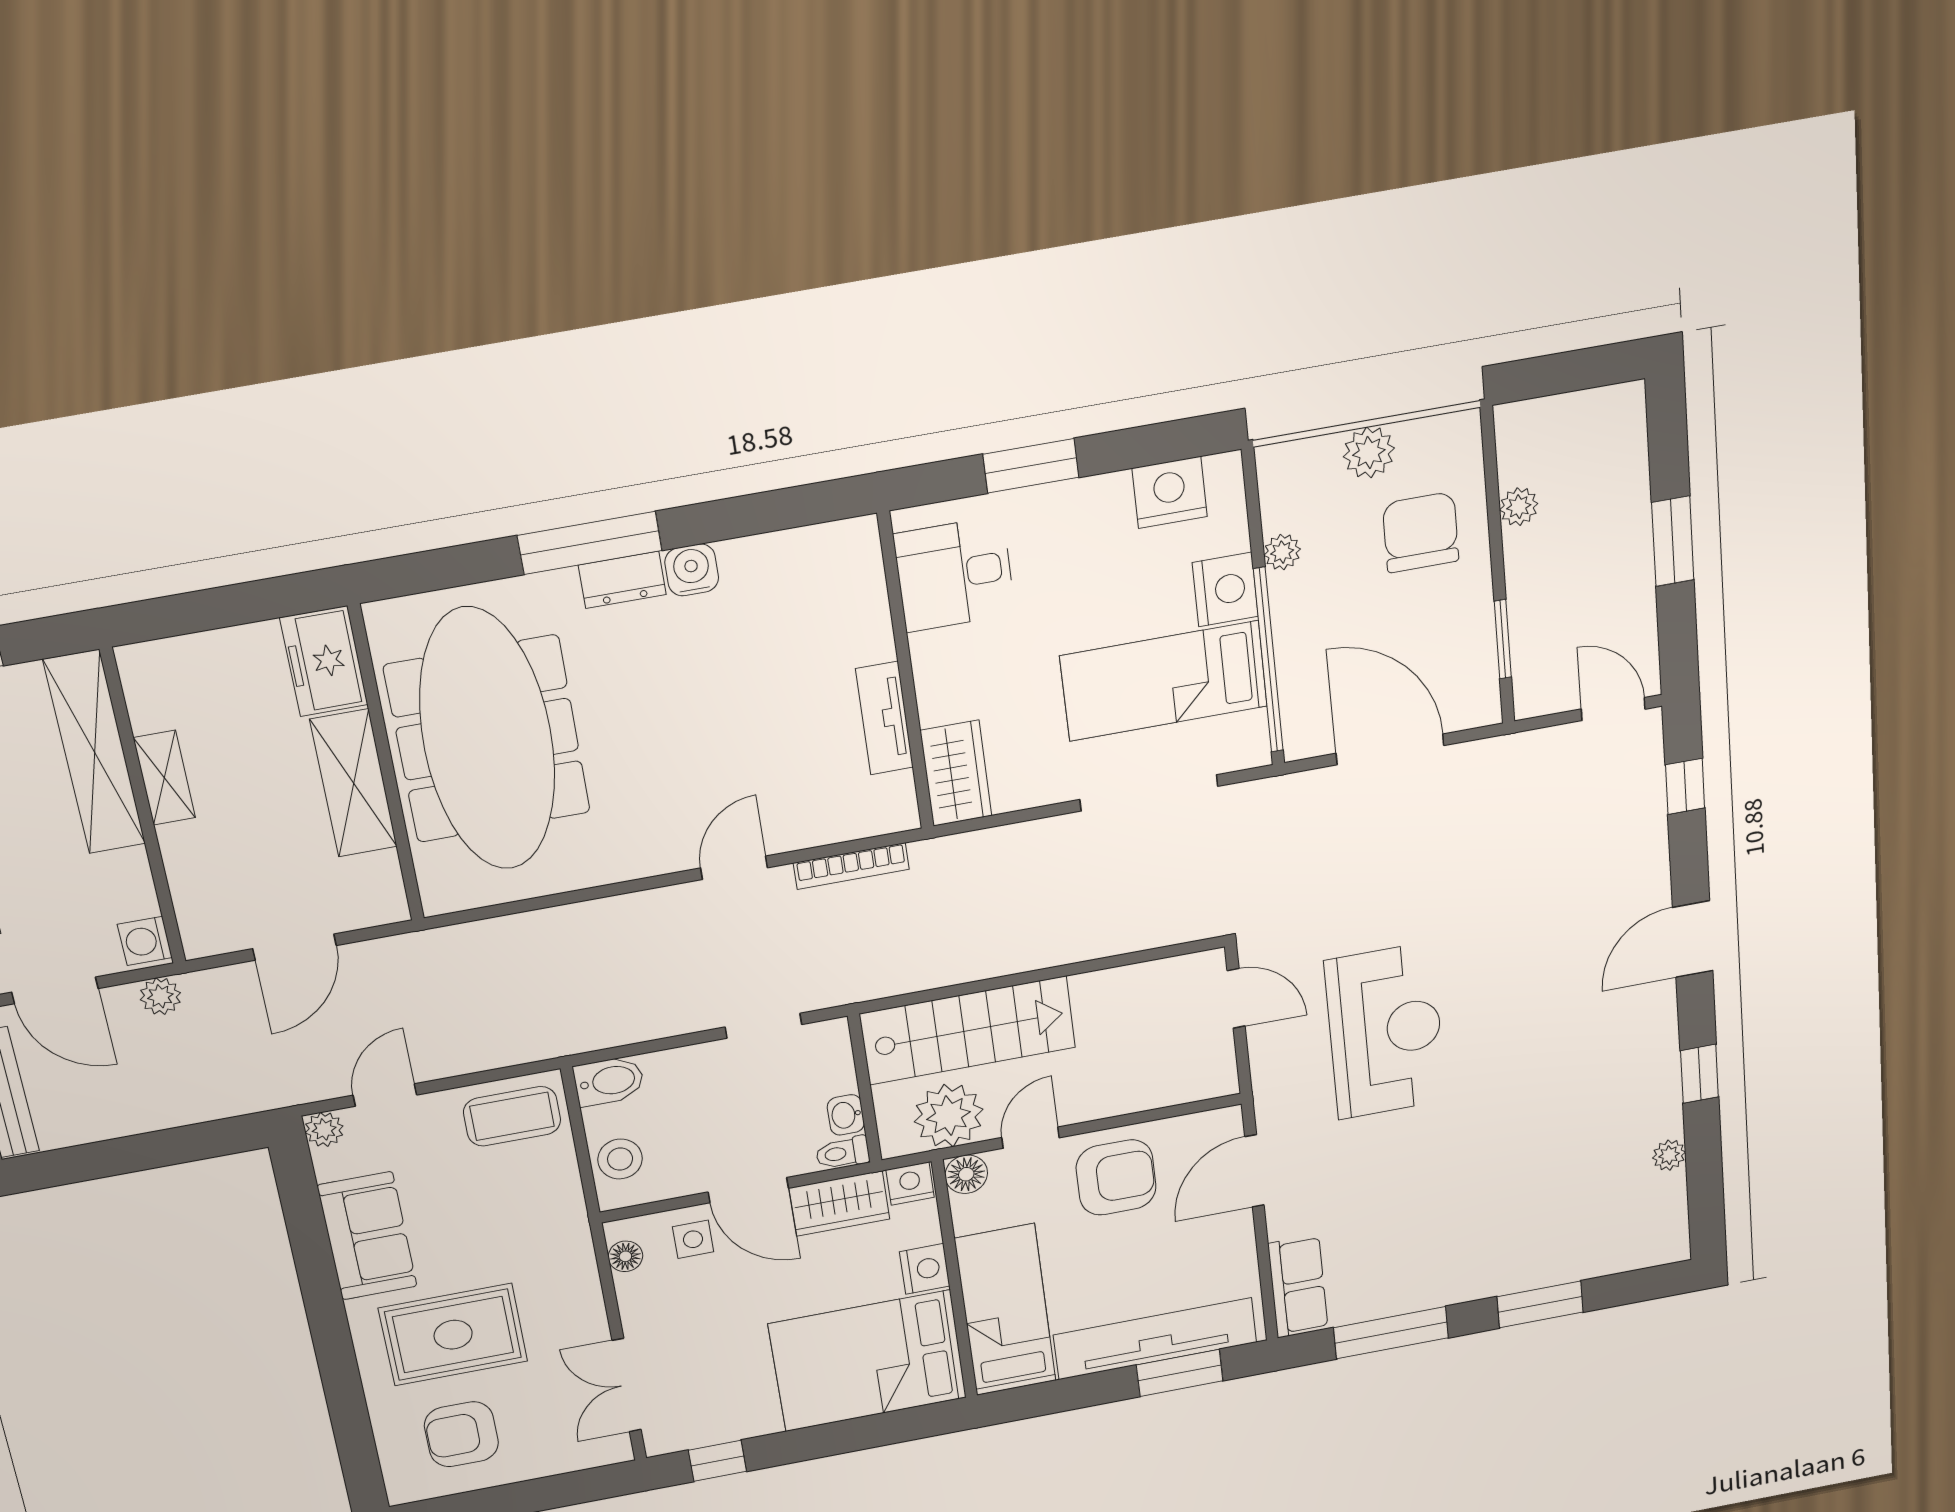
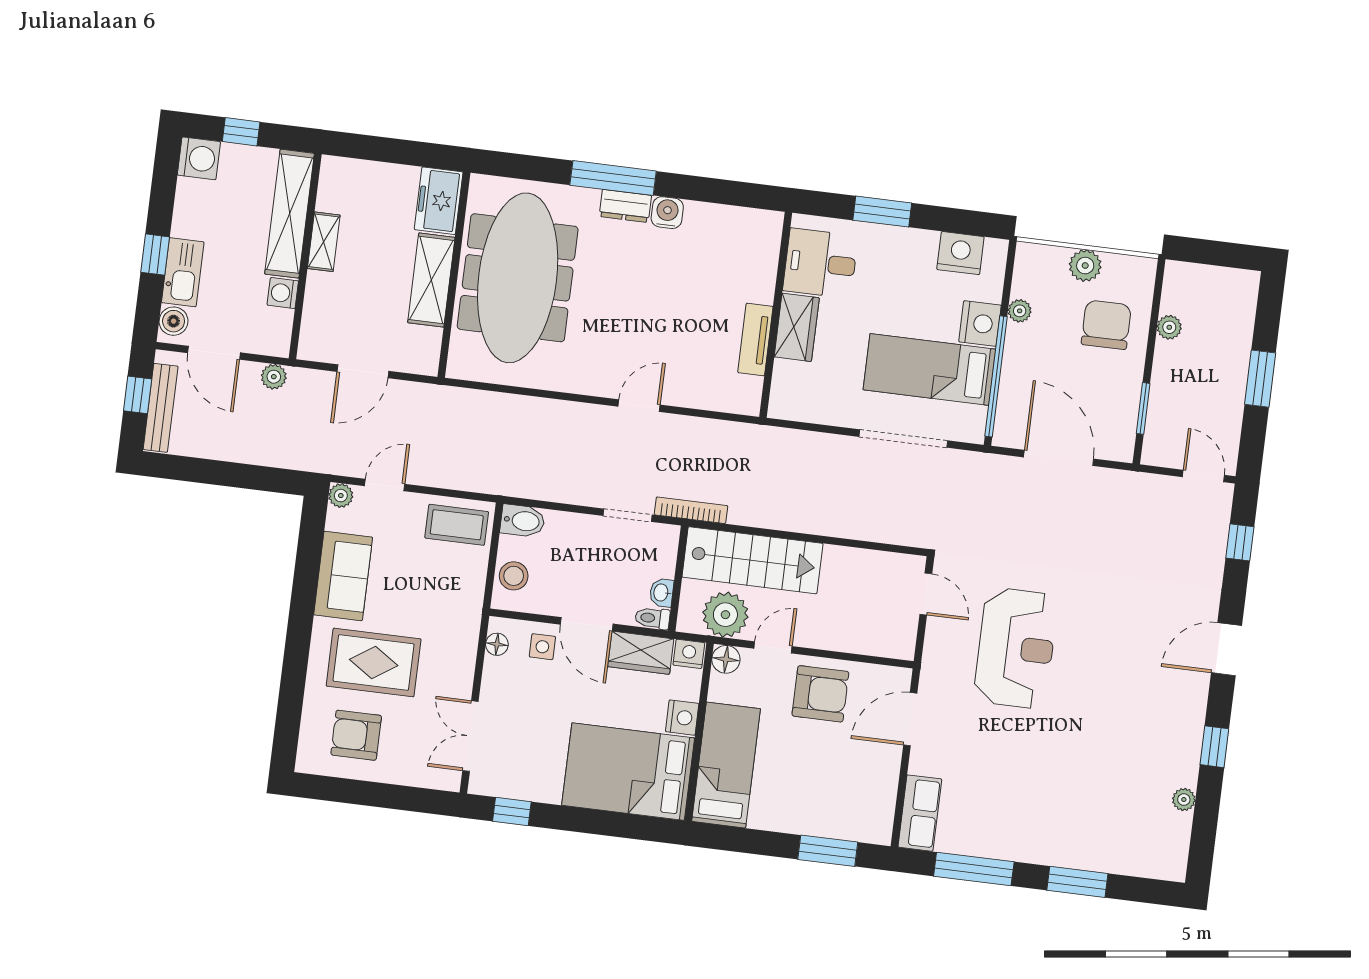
wardrobe: (956, 773) -> (797, 327), moved
bookcase: (851, 866) -> (691, 510), moved, turned 180
washing machine: (145, 941) -> (283, 293), moved
tv unit: (1155, 1339) -> (818, 820), removed

